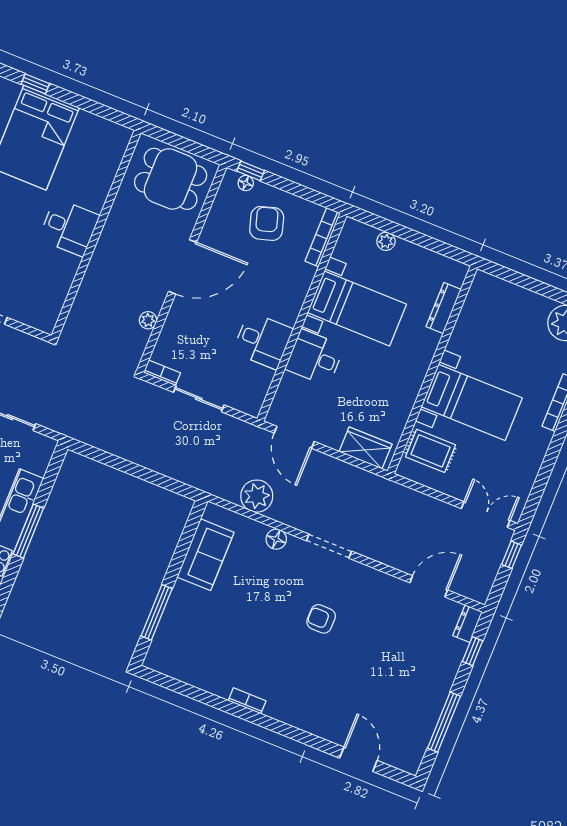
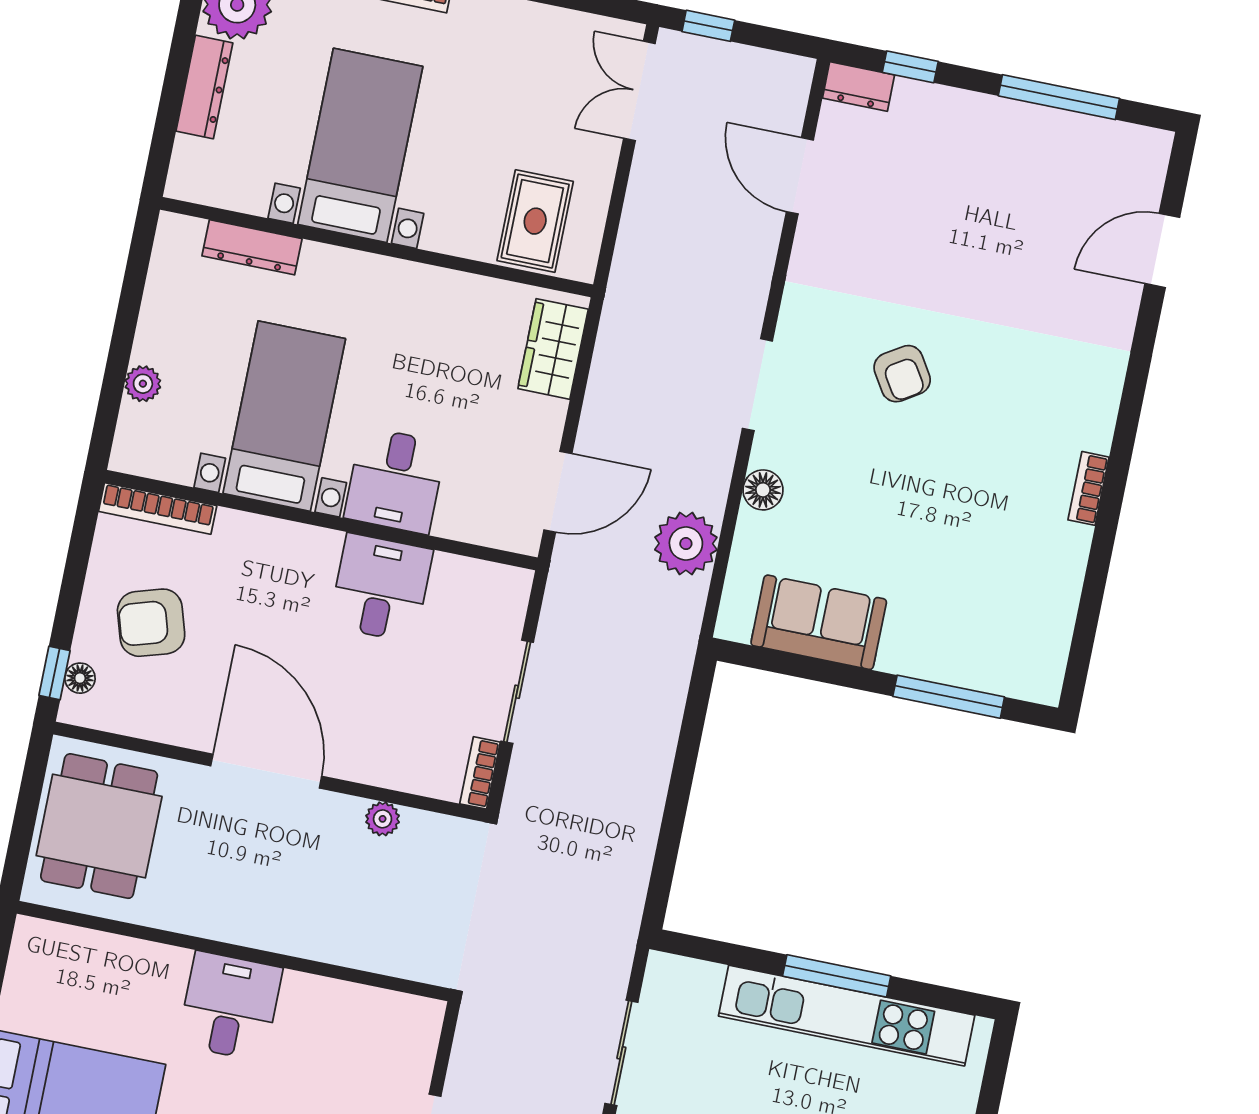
dresser: (527, 299) -> (204, 87), added
bed with nightstands: (472, 402) -> (360, 145), moved
armchair: (321, 619) -> (902, 374), turned -32

